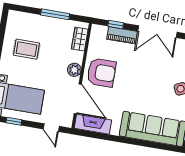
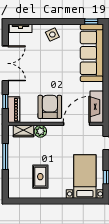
piano: (122, 35) -> (14, 110), moved
plant: (74, 70) -> (40, 131), moved

